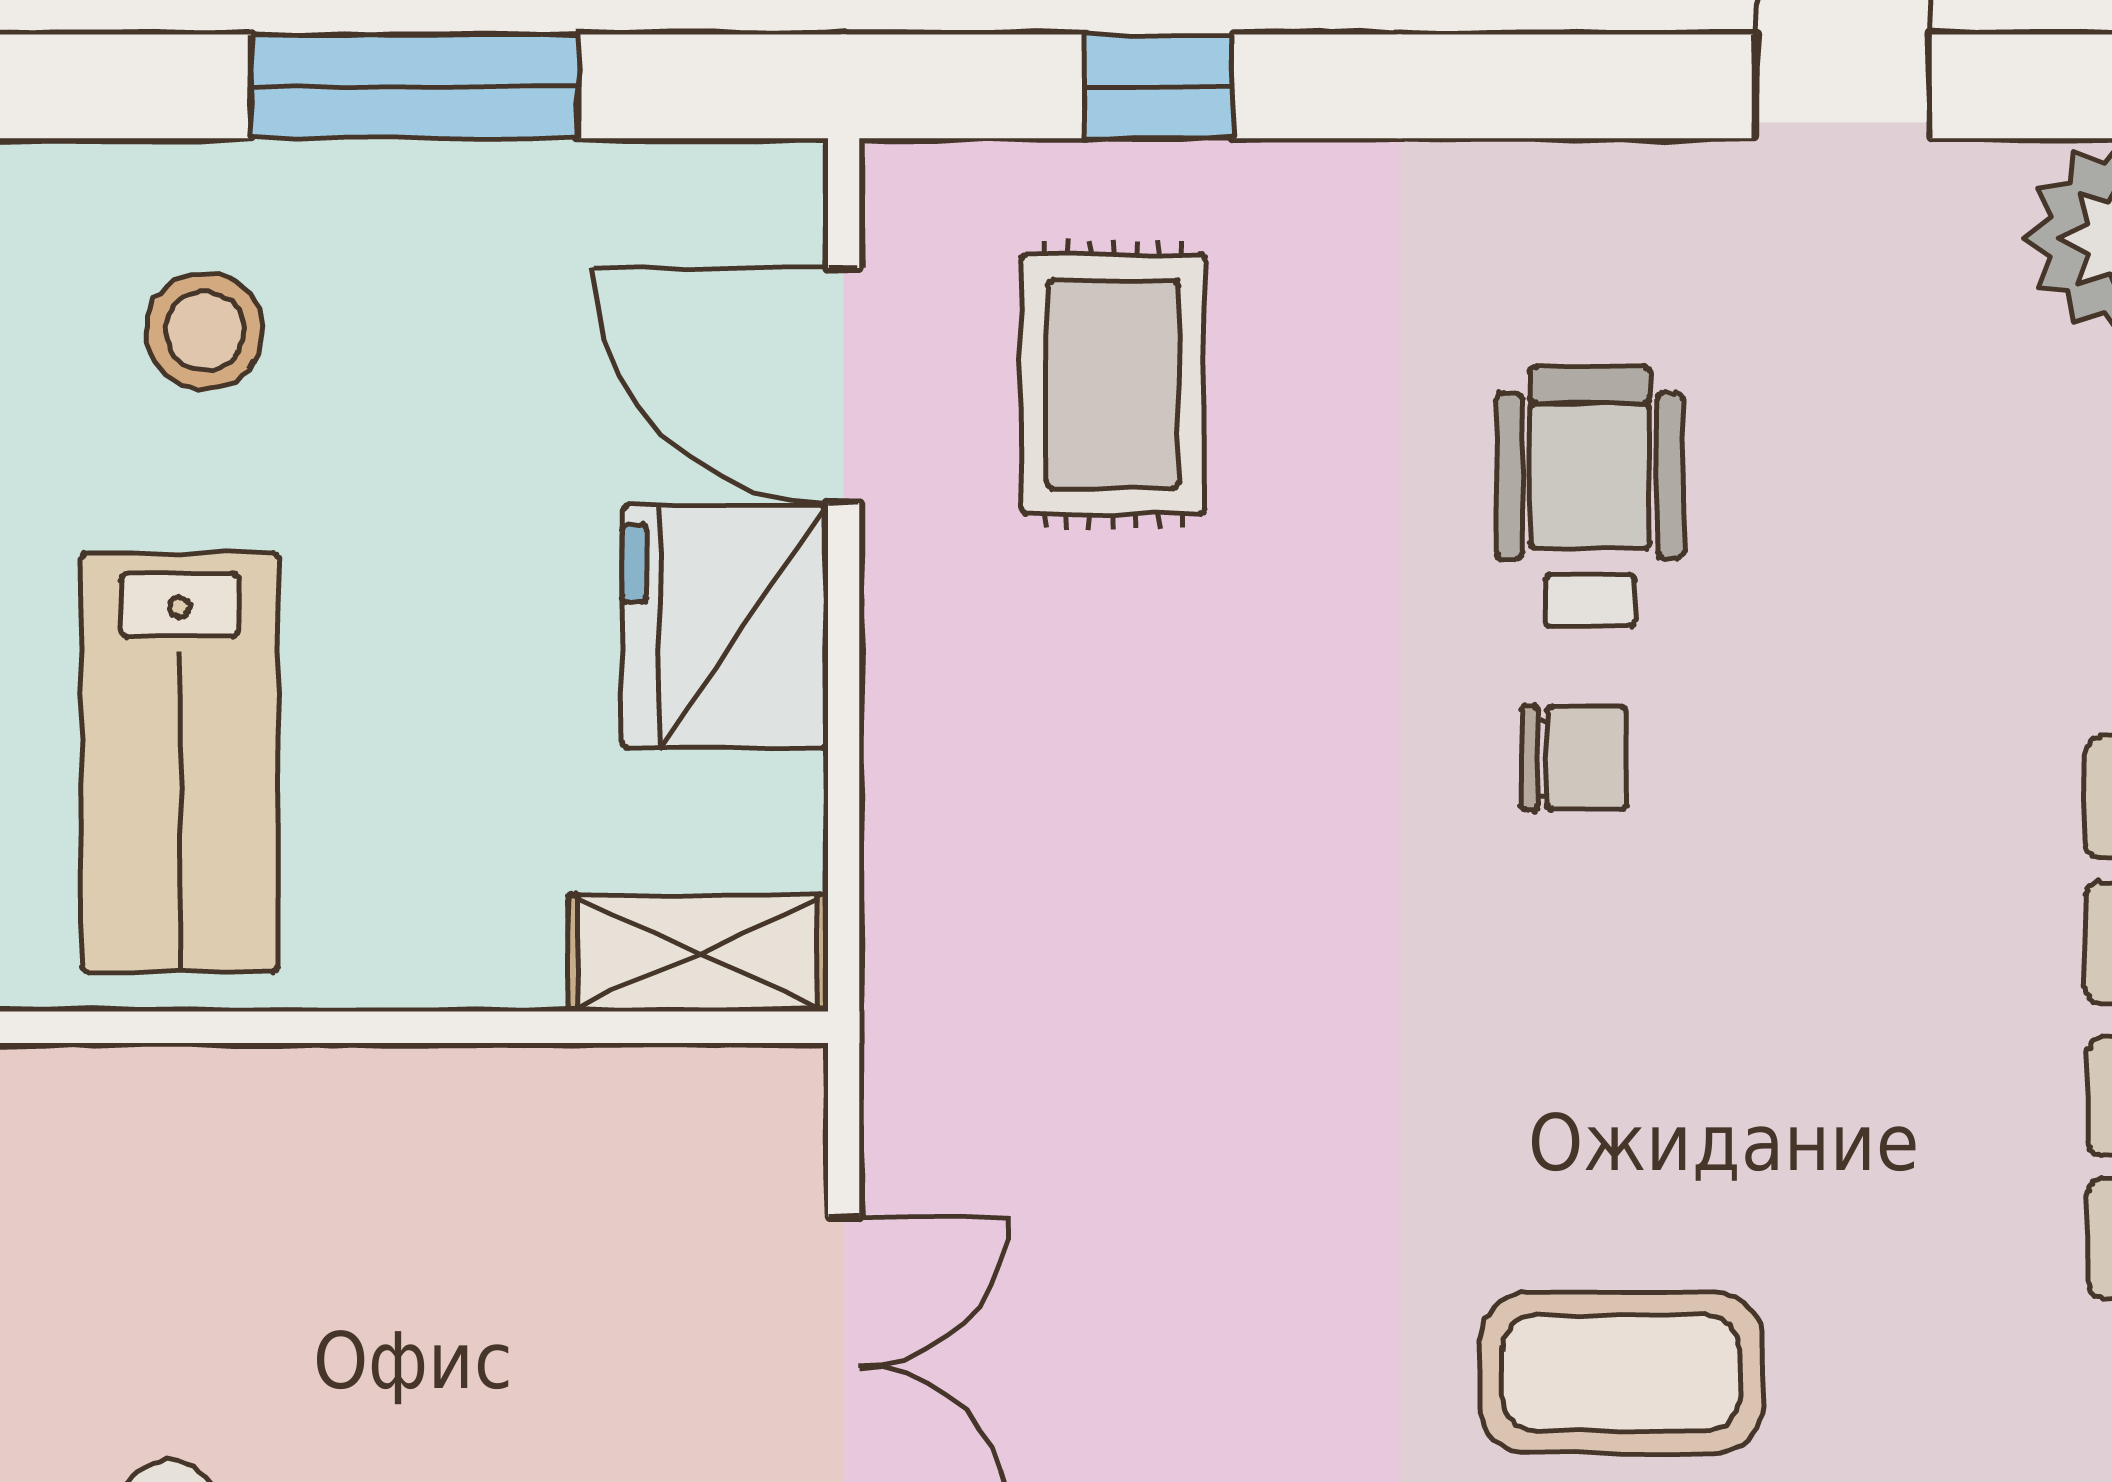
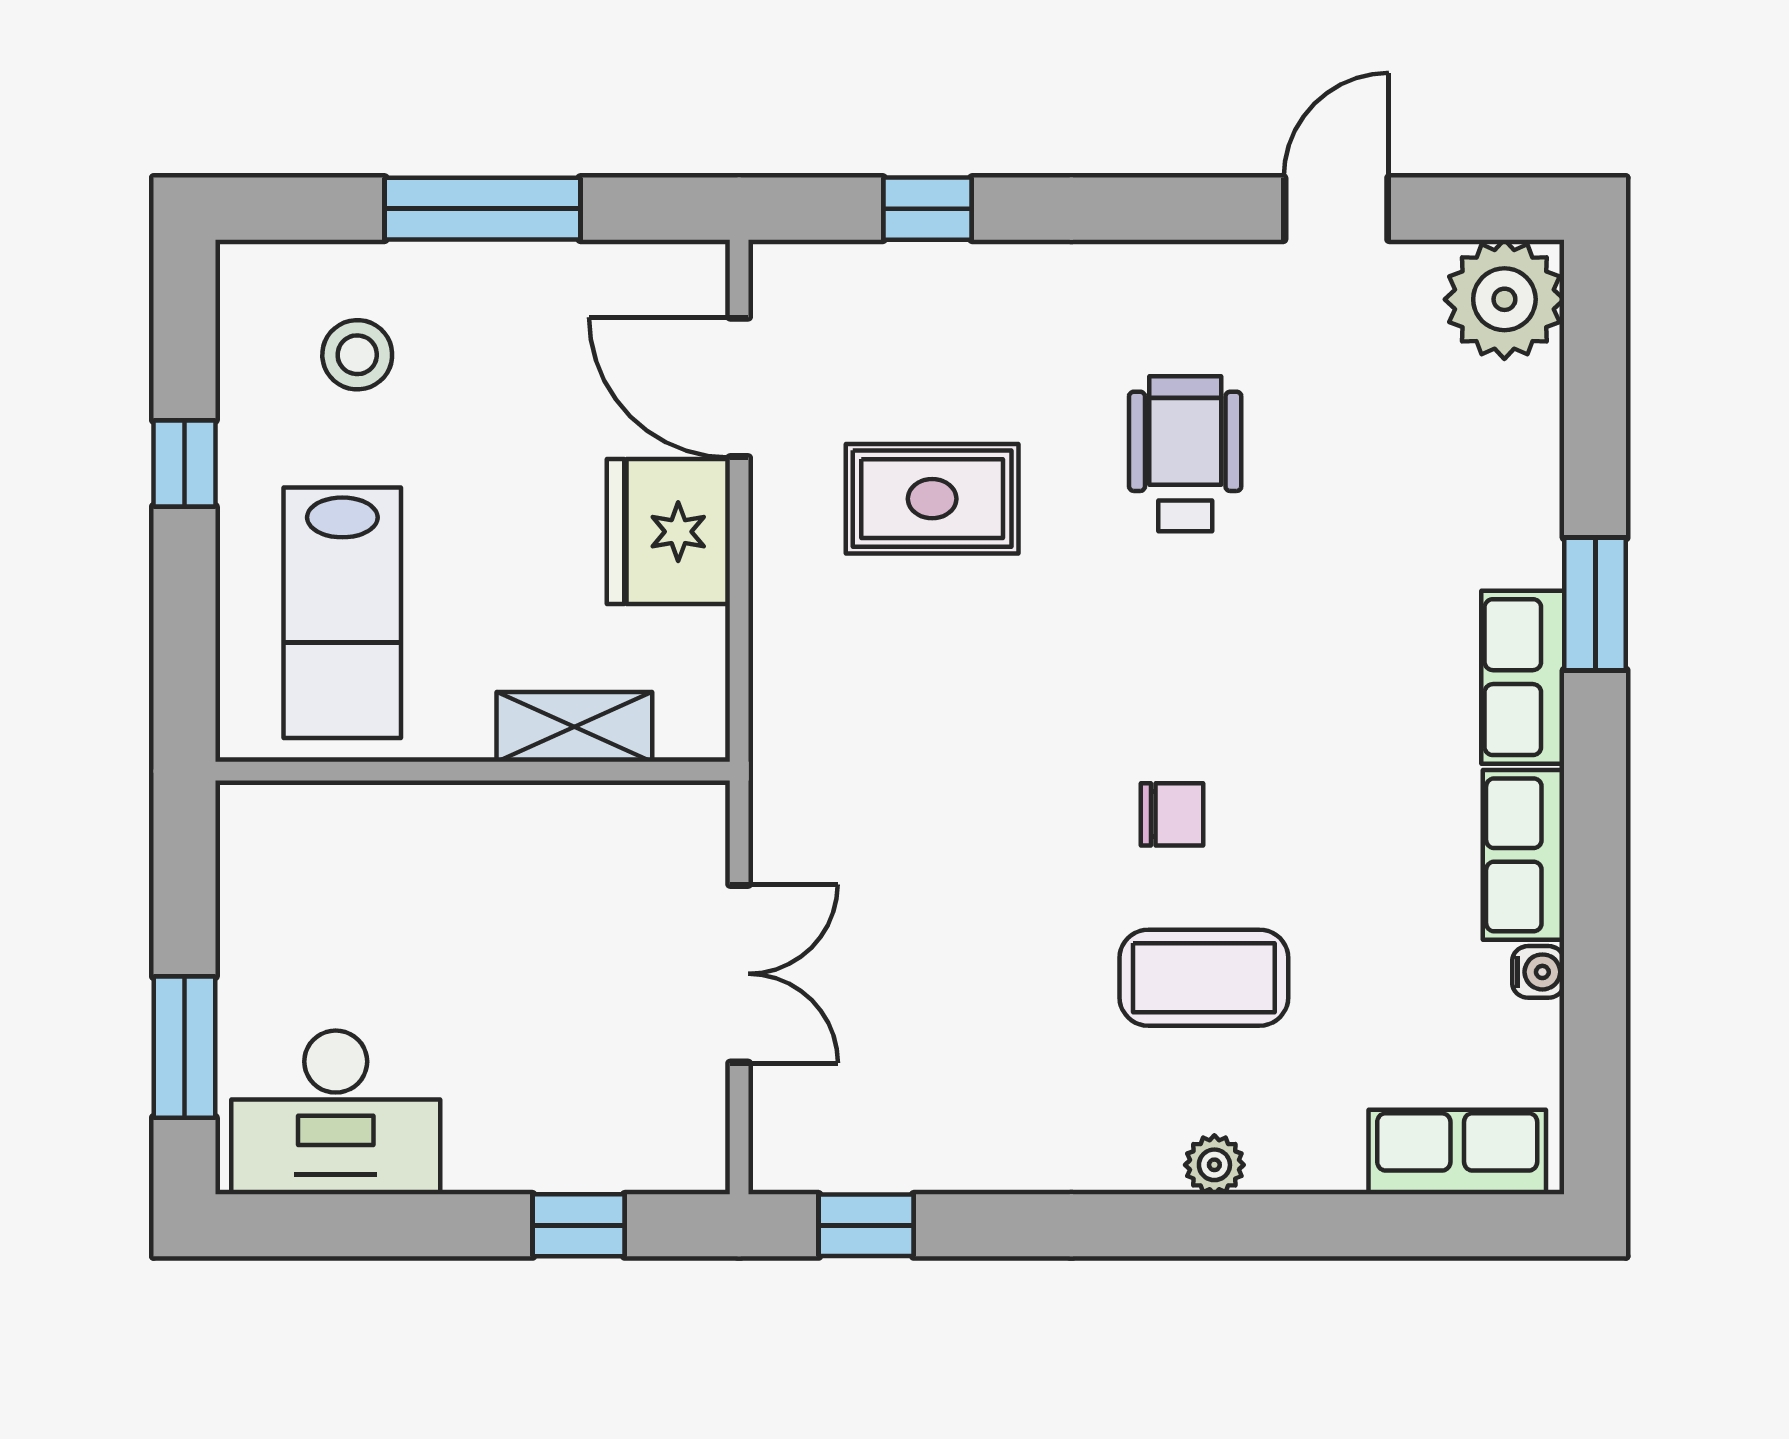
rug: (1113, 384) -> (932, 499), moved, turned 90
chair: (1574, 758) -> (1172, 814), moved
shelving: (698, 953) -> (574, 727), moved

